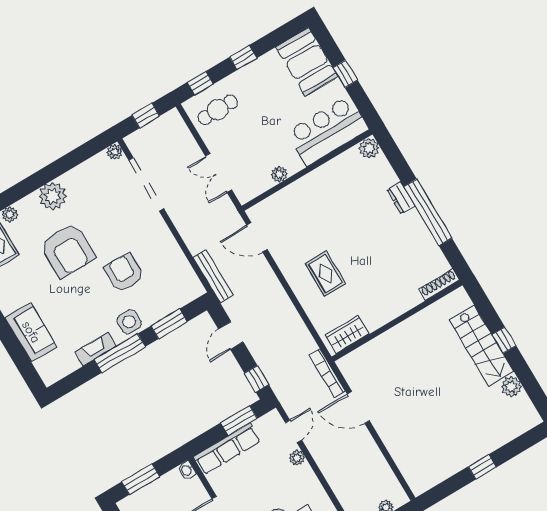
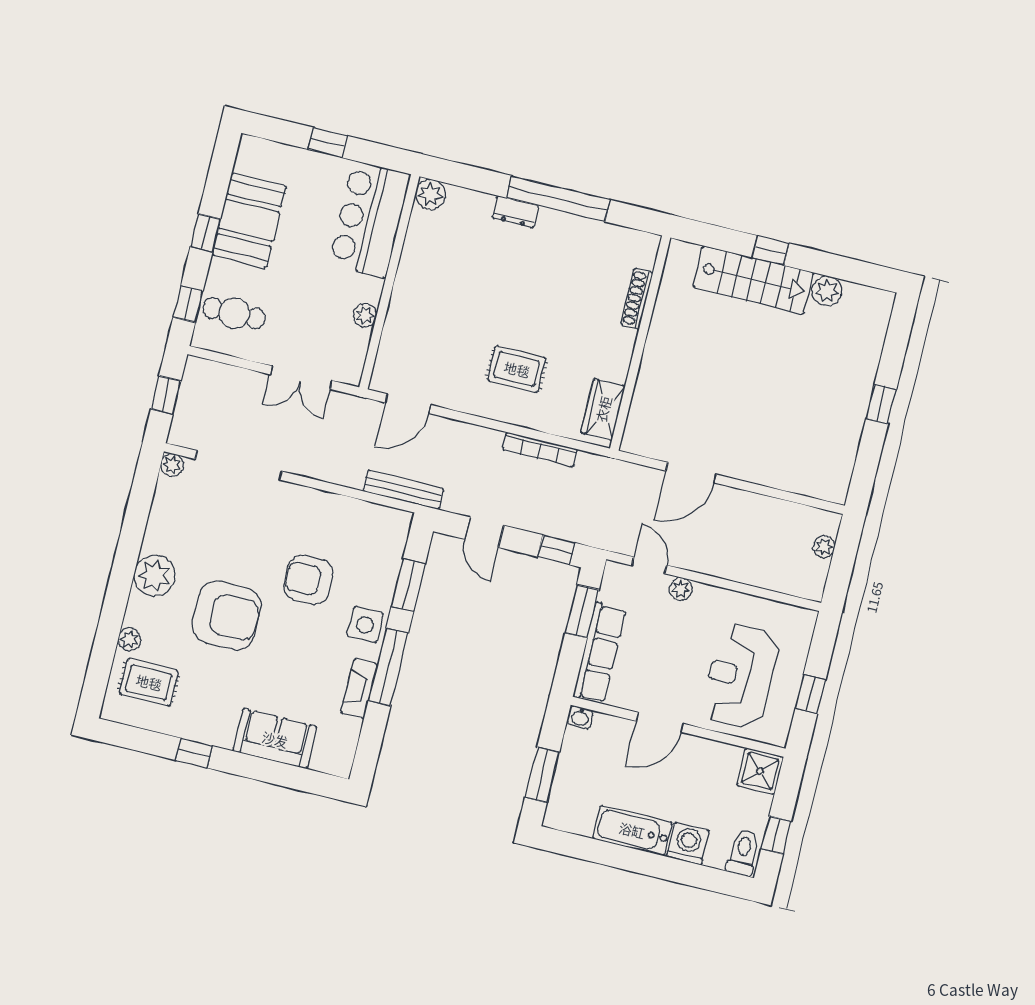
booth: (307, 62) -> (249, 220), moved, turned 90
cafe table: (218, 110) -> (234, 313), turned 90
shoe rack: (439, 285) -> (637, 299), moved
bookcase: (327, 373) -> (540, 450), moved

